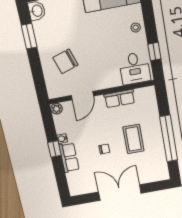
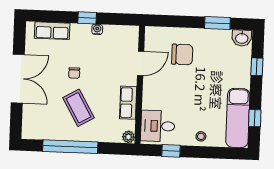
chair: (65, 61) -> (182, 54), turned 108
door: (82, 96) -> (141, 63), swing flipped
plant: (56, 109) -> (128, 137), moved
coffee table: (133, 139) -> (79, 108), turned 60
row of seats: (69, 158) -> (52, 31), moved

